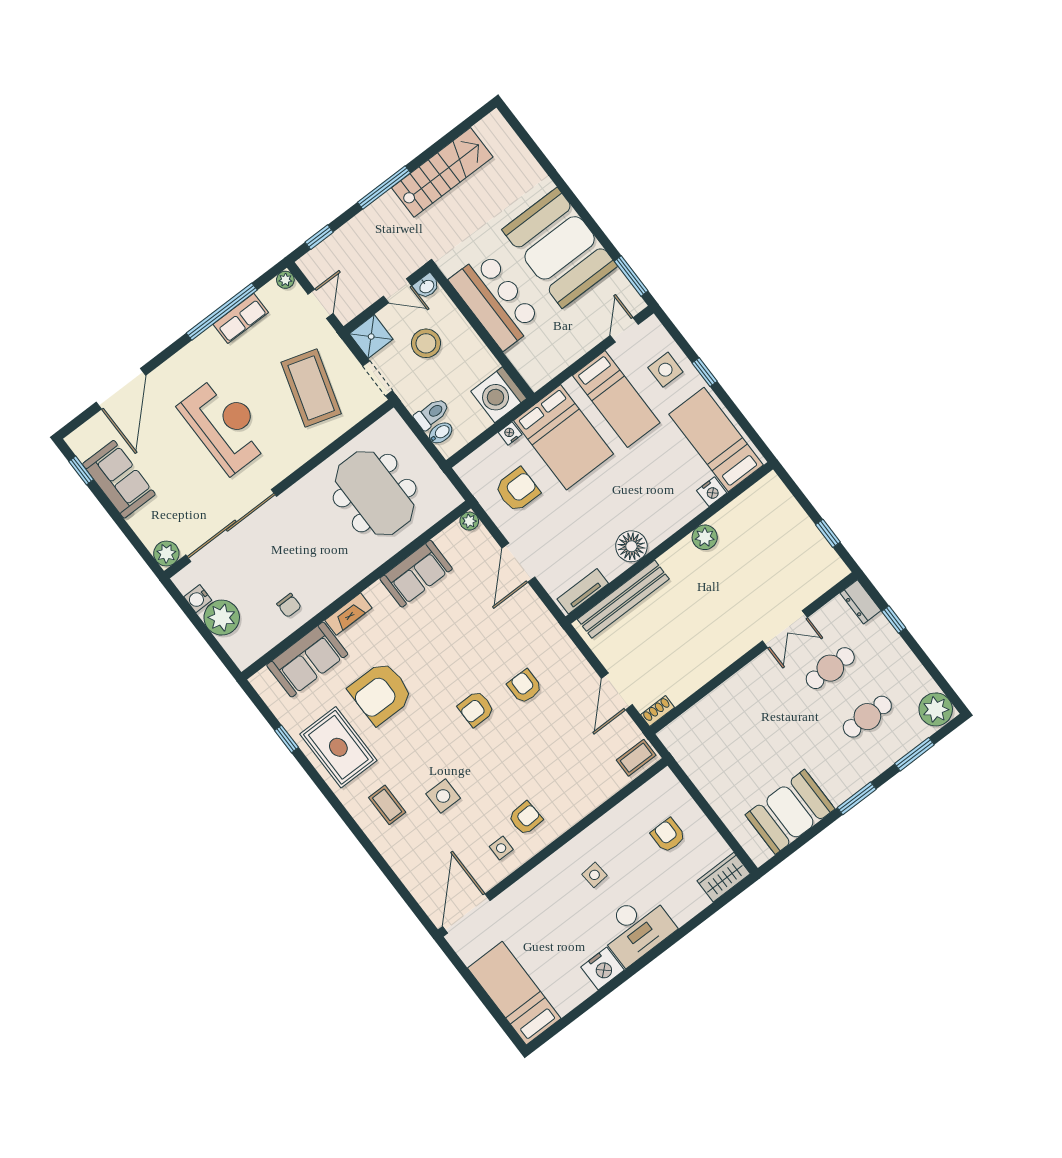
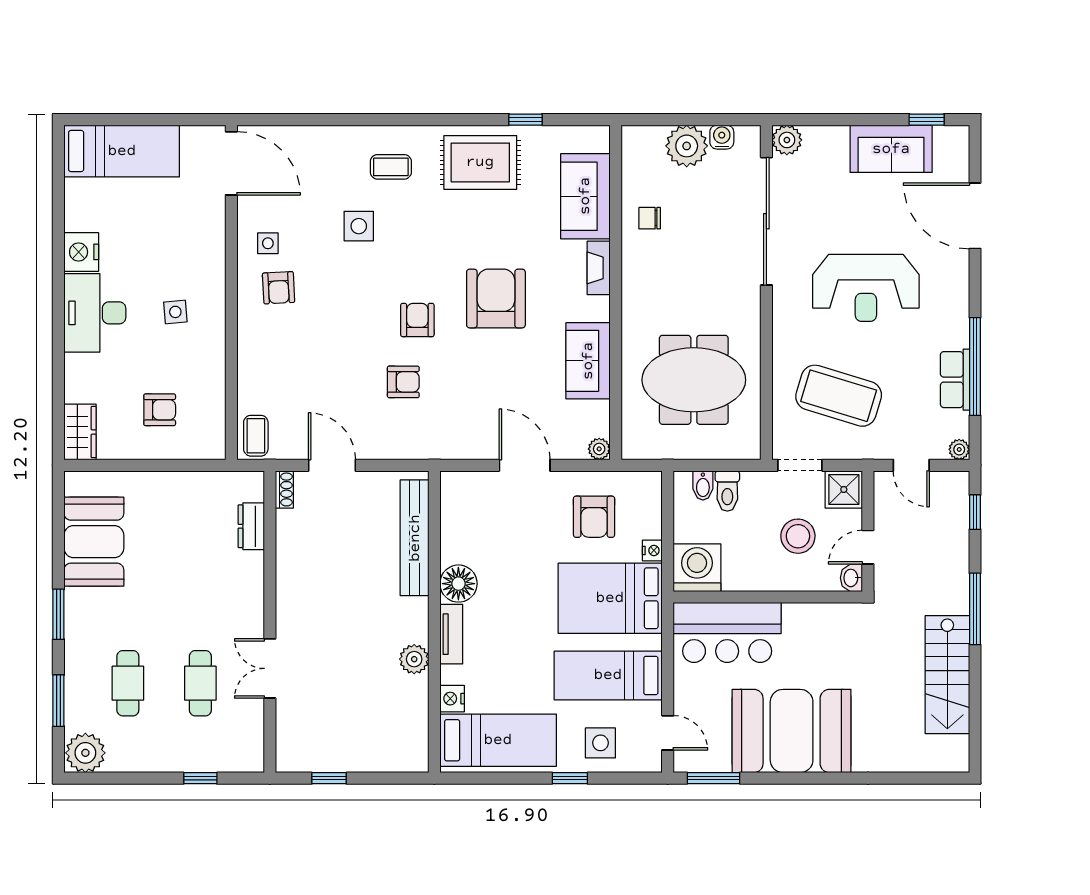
bar counter: (495, 301) -> (727, 632), moved
tv unit: (583, 591) -> (451, 634), moved
dresser: (861, 602) -> (251, 526), moved, turned -90
armchair: (381, 693) -> (496, 298), moved

